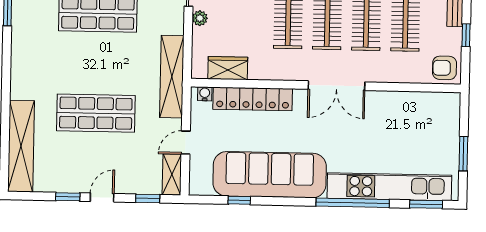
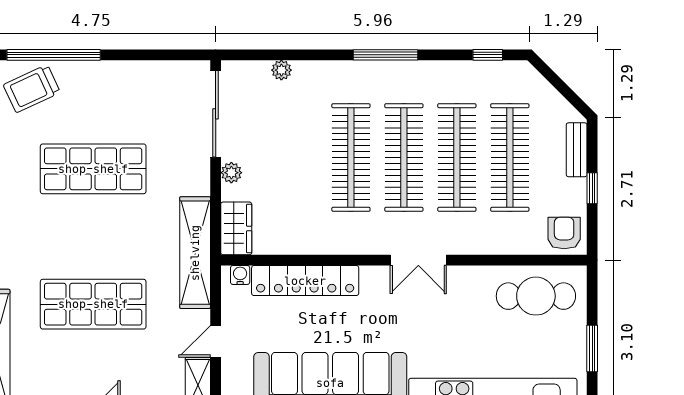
wardrobe: (228, 68) -> (236, 228), moved, turned 90
armchair: (444, 68) -> (564, 233), turned 90
double door: (336, 86) -> (418, 260), width x0.73
cafe table: (423, 114) -> (536, 296), added

